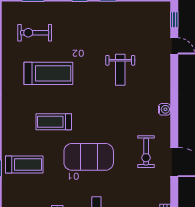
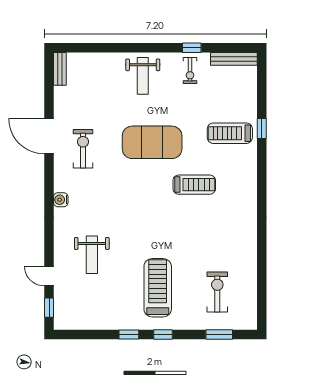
exercise bike: (35, 33) -> (217, 292), turned -90
weight bench: (120, 70) -> (92, 255), moved, turned 180
treadmill: (48, 73) -> (158, 288), moved, turned 90

